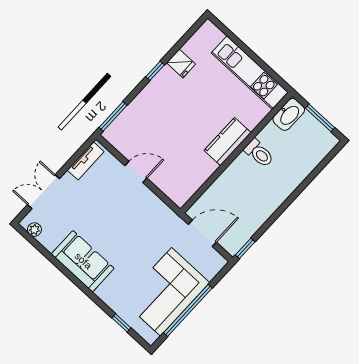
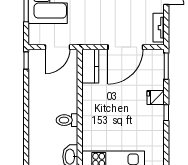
fridge: (181, 63) -> (156, 97), moved
kitchen counter: (228, 142) -> (90, 66), moved
door: (136, 172) -> (125, 47), width x1.88

